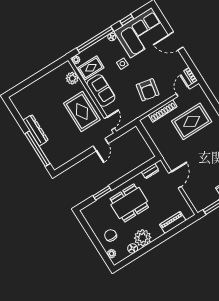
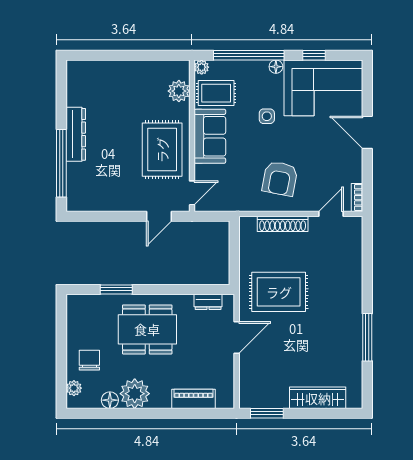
rug: (192, 121) -> (279, 292), moved

